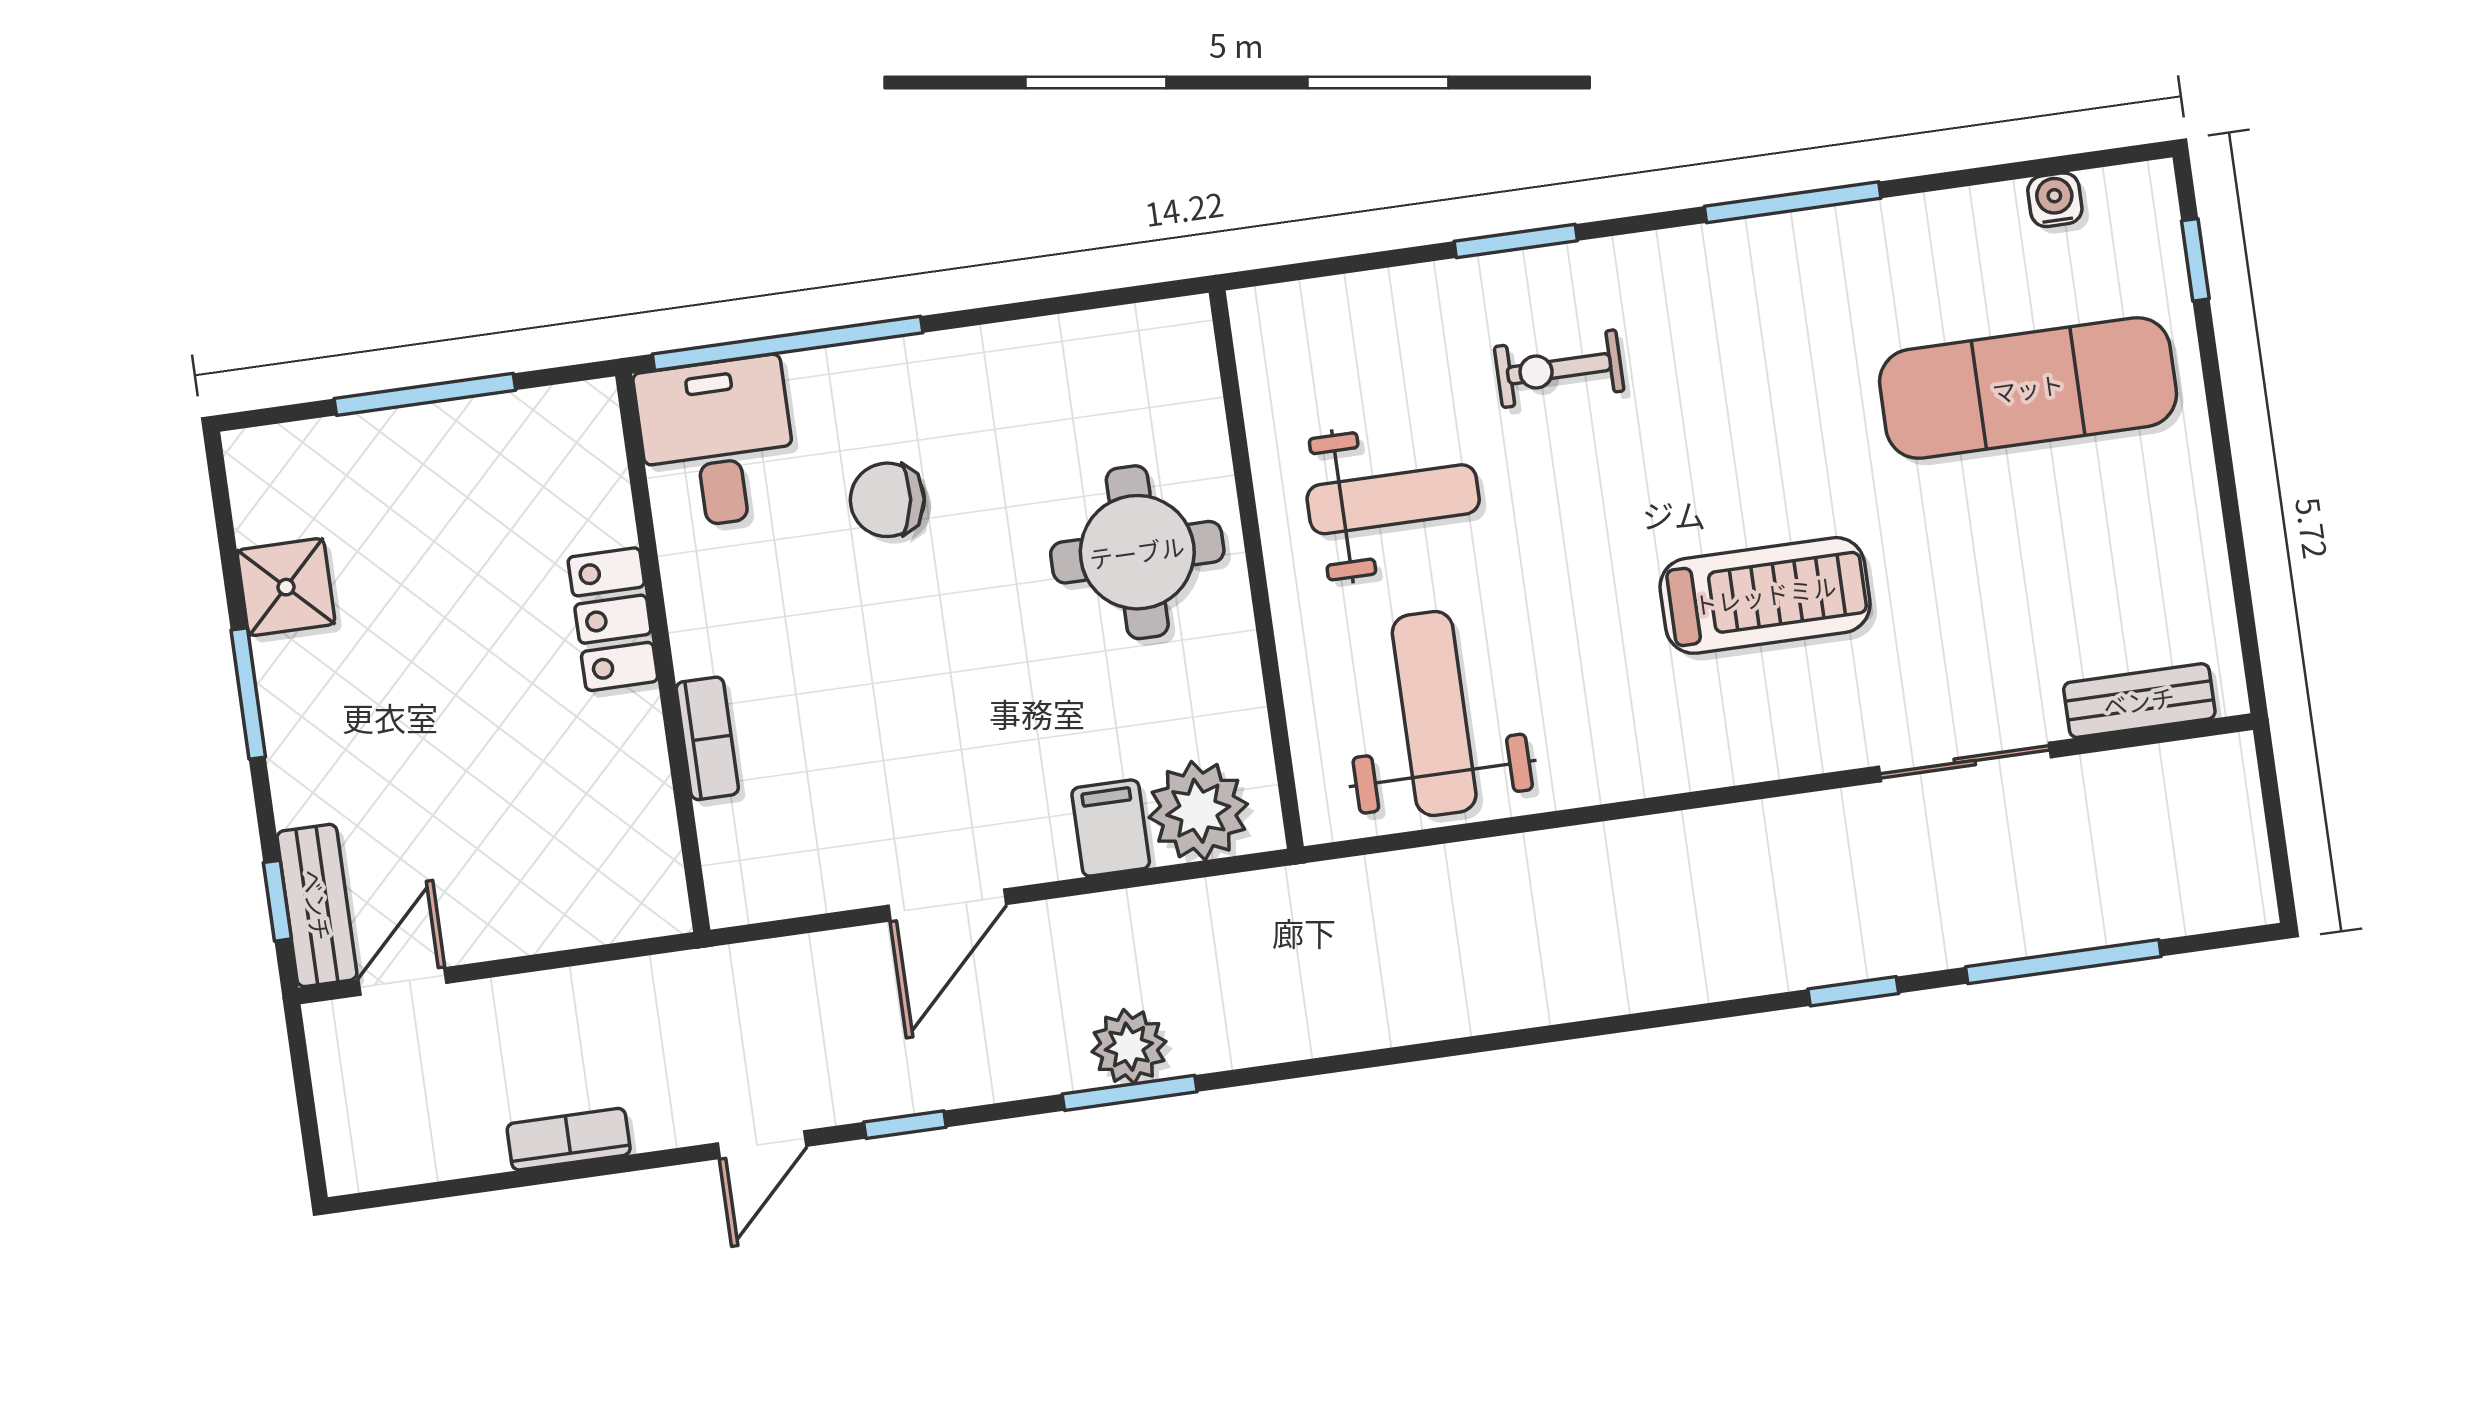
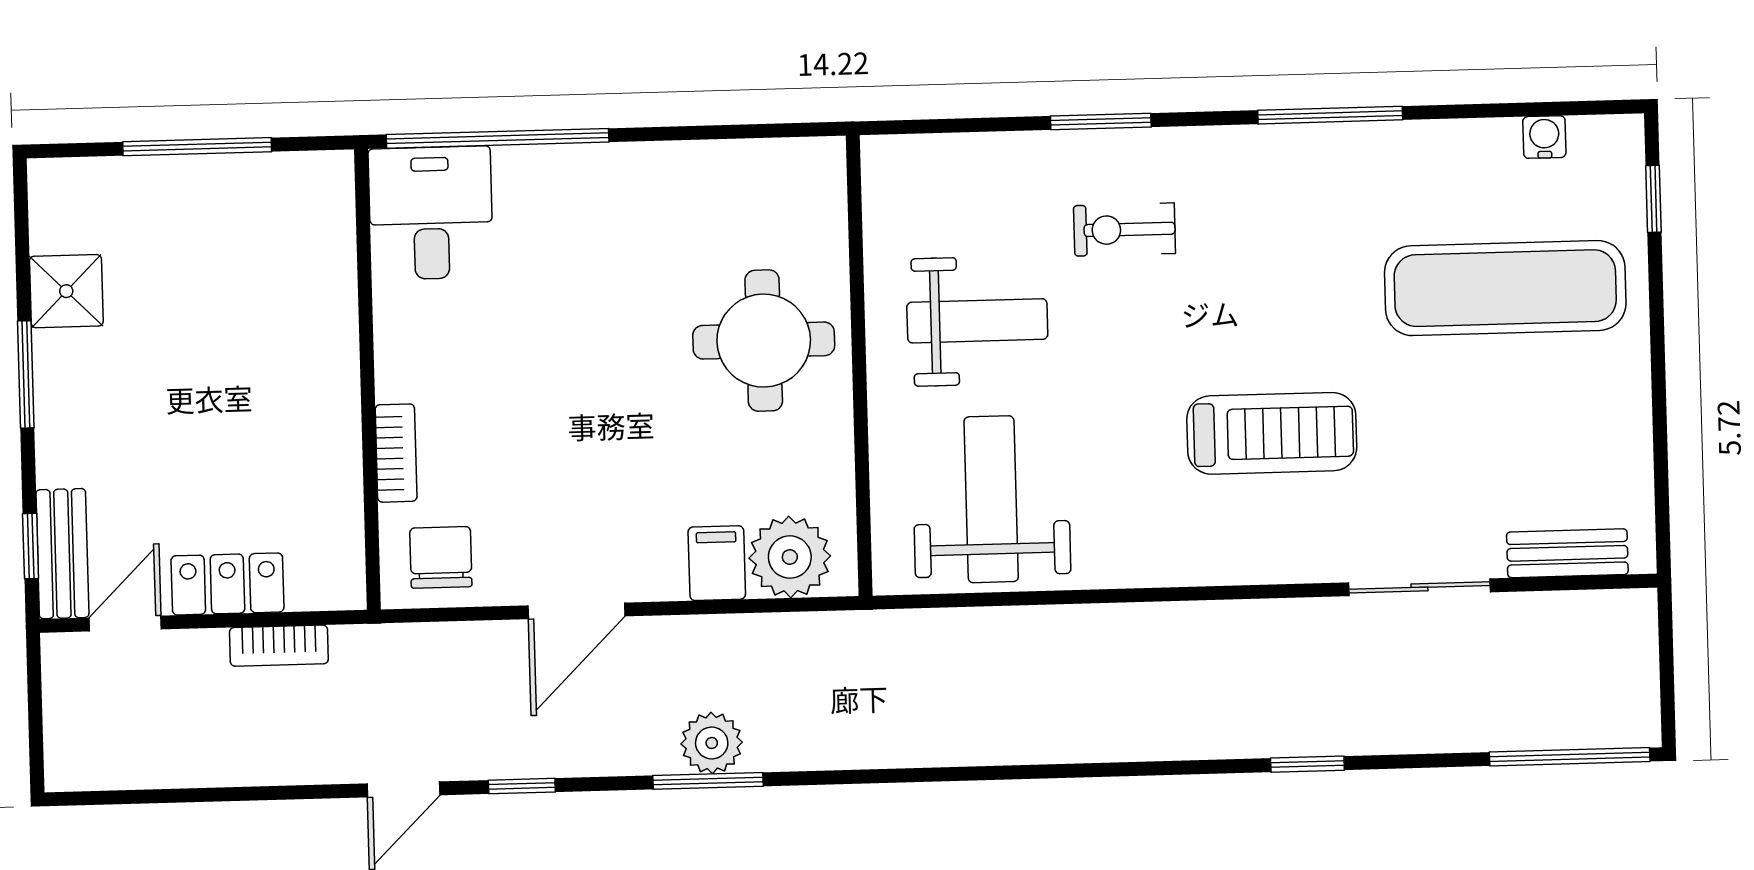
chair: (887, 500) -> (441, 557), moved, turned 83
locker: (613, 619) -> (227, 584), moved, turned 90
window: (2063, 962) -> (1570, 757), moved
bookcase: (569, 1139) -> (279, 646), moved, turned 180

